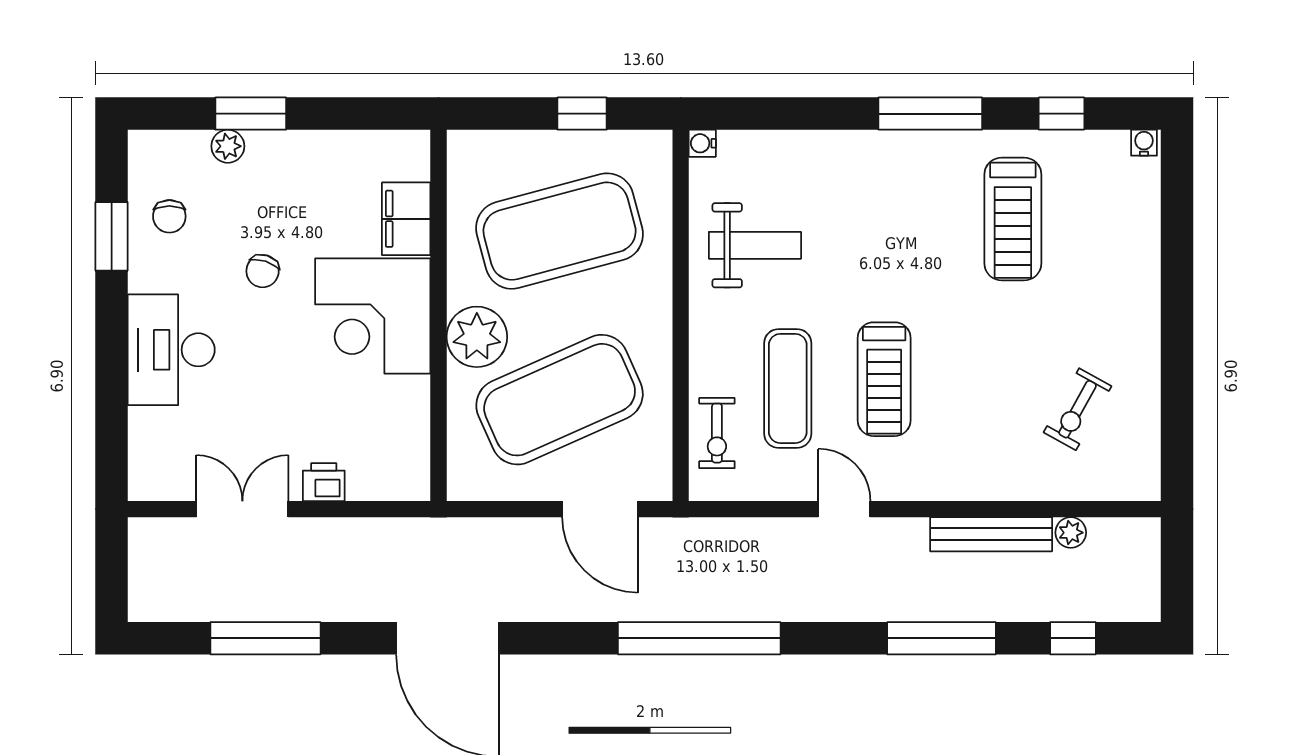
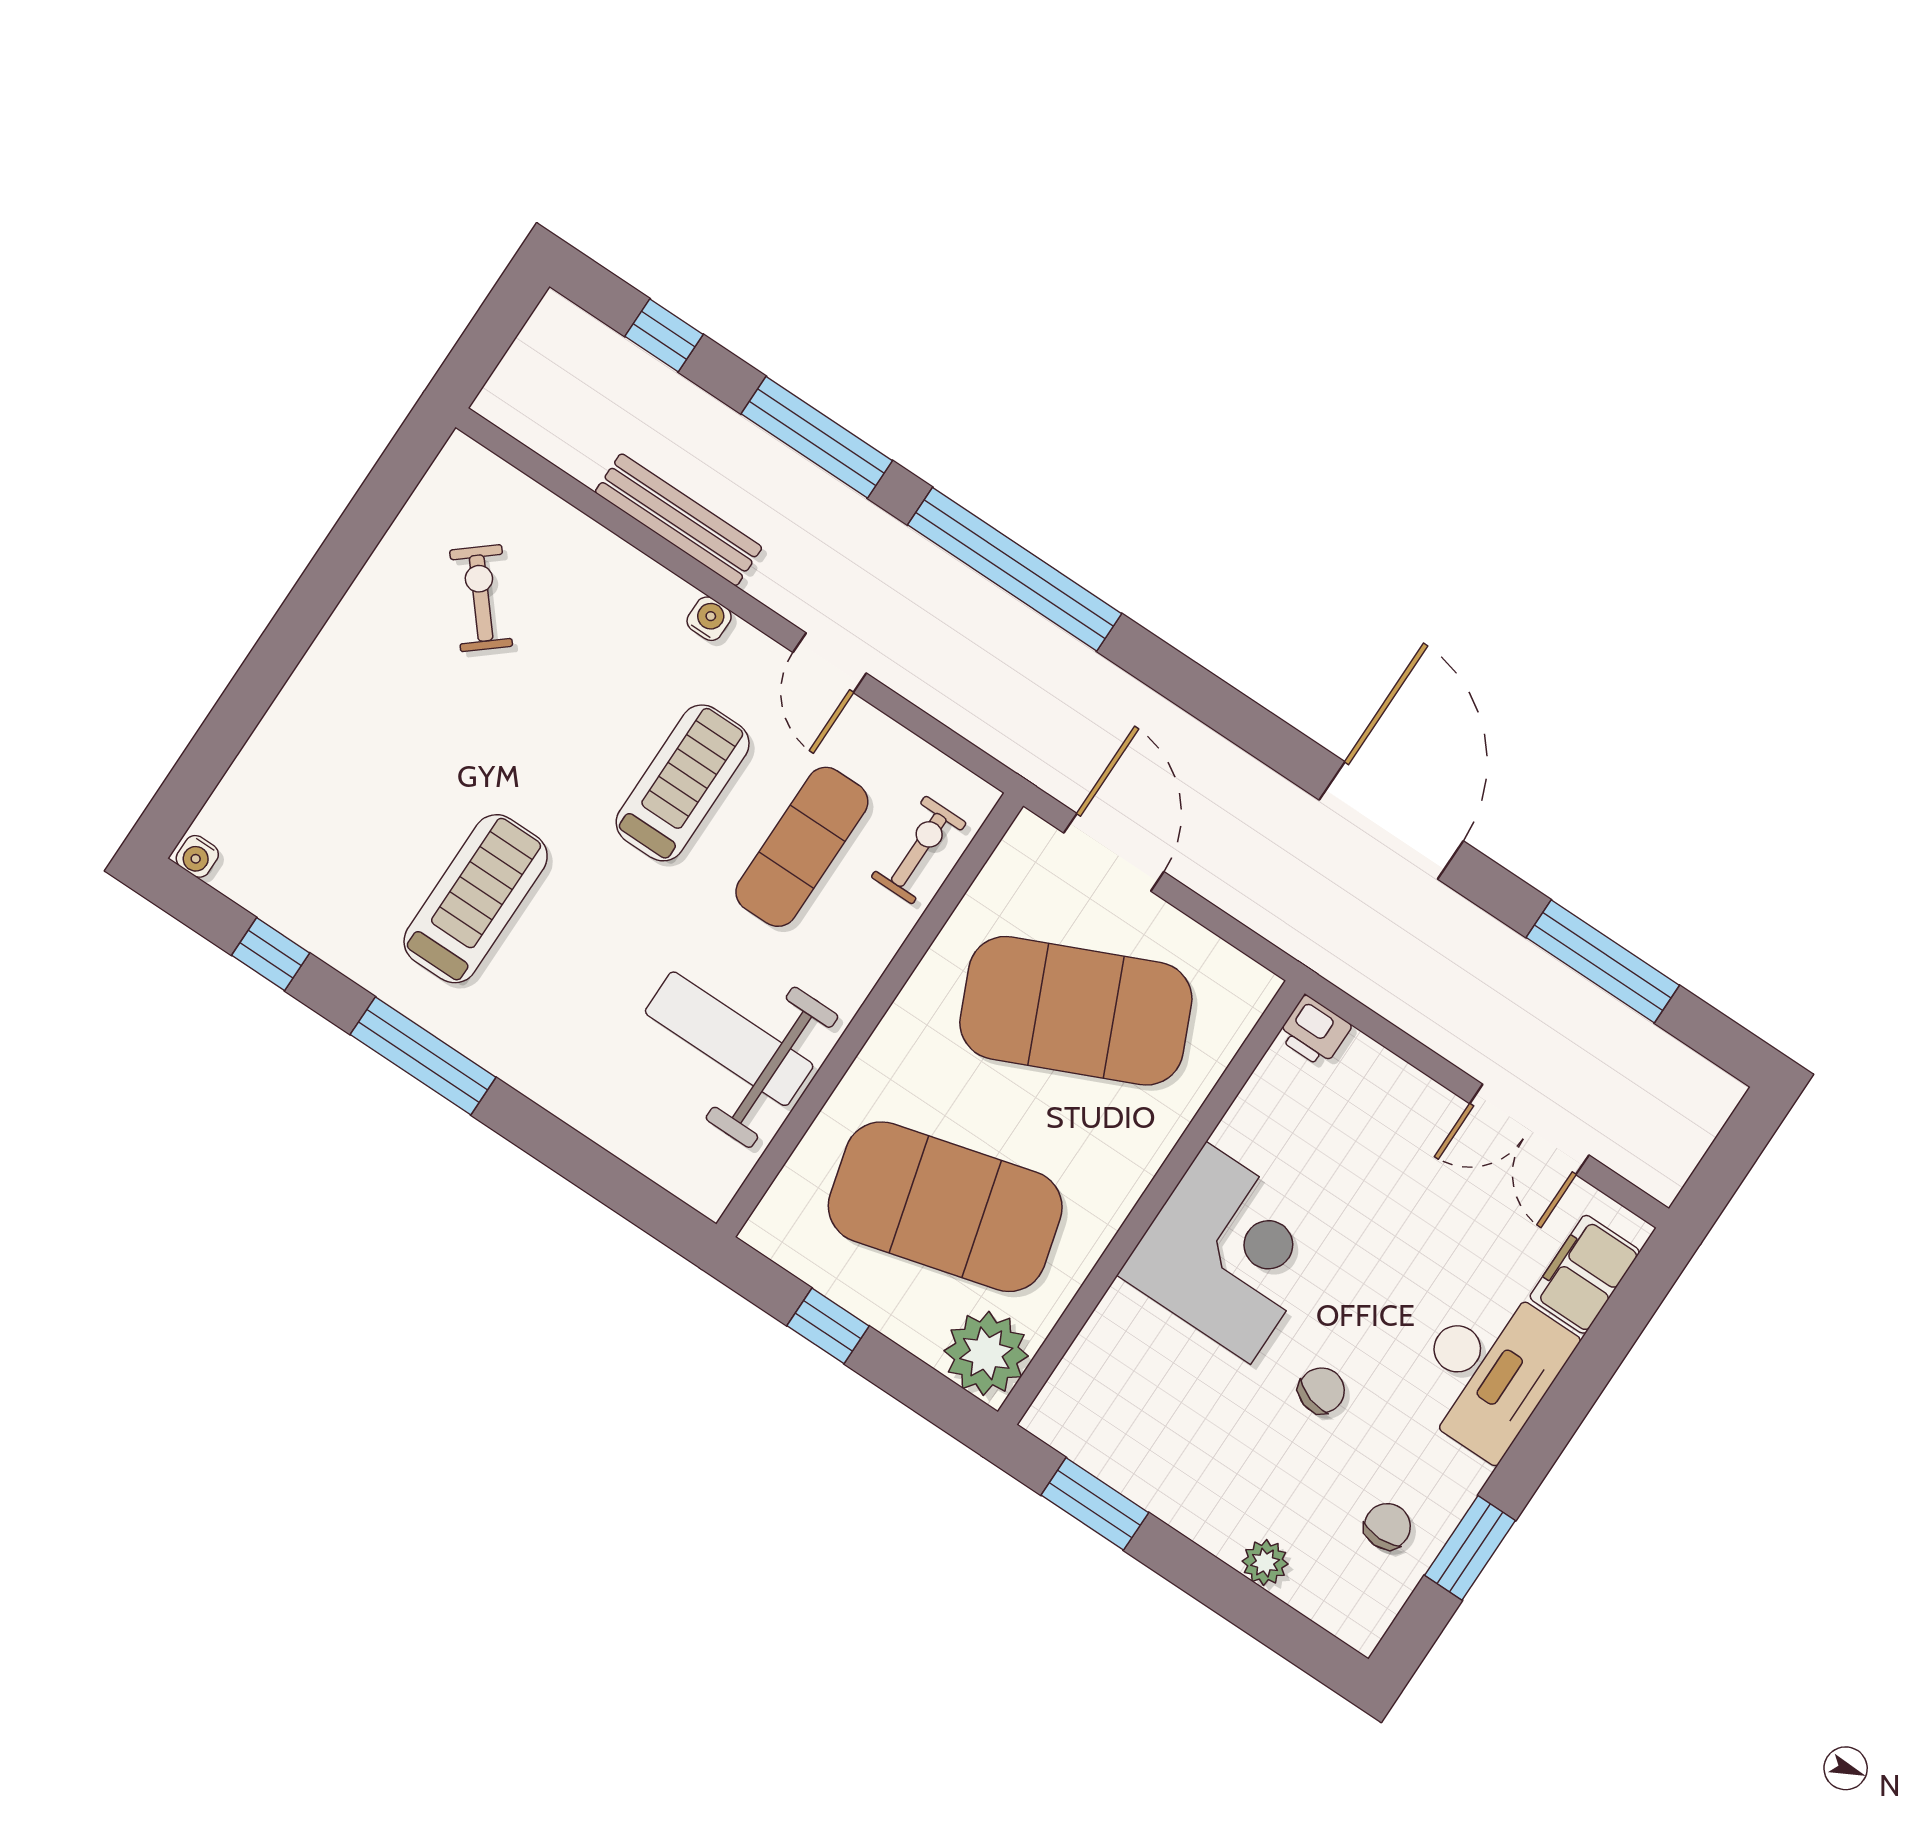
window: (251, 114) -> (1095, 1504), moved
water cooler: (702, 143) -> (709, 619), moved, turned -90
filing cabinet: (406, 219) -> (1585, 1274), moved, turned 180
treadmill: (1013, 219) -> (476, 899), moved
weight bench: (755, 245) -> (729, 1039), width x1.36, depth x1.33
plant: (477, 337) -> (986, 1353), moved
exercise bike: (1078, 409) -> (481, 598), turned -69
printer: (324, 482) -> (1314, 1031), moved
plant: (1071, 533) -> (585, 460), removed
window: (699, 638) -> (1015, 569), moved

